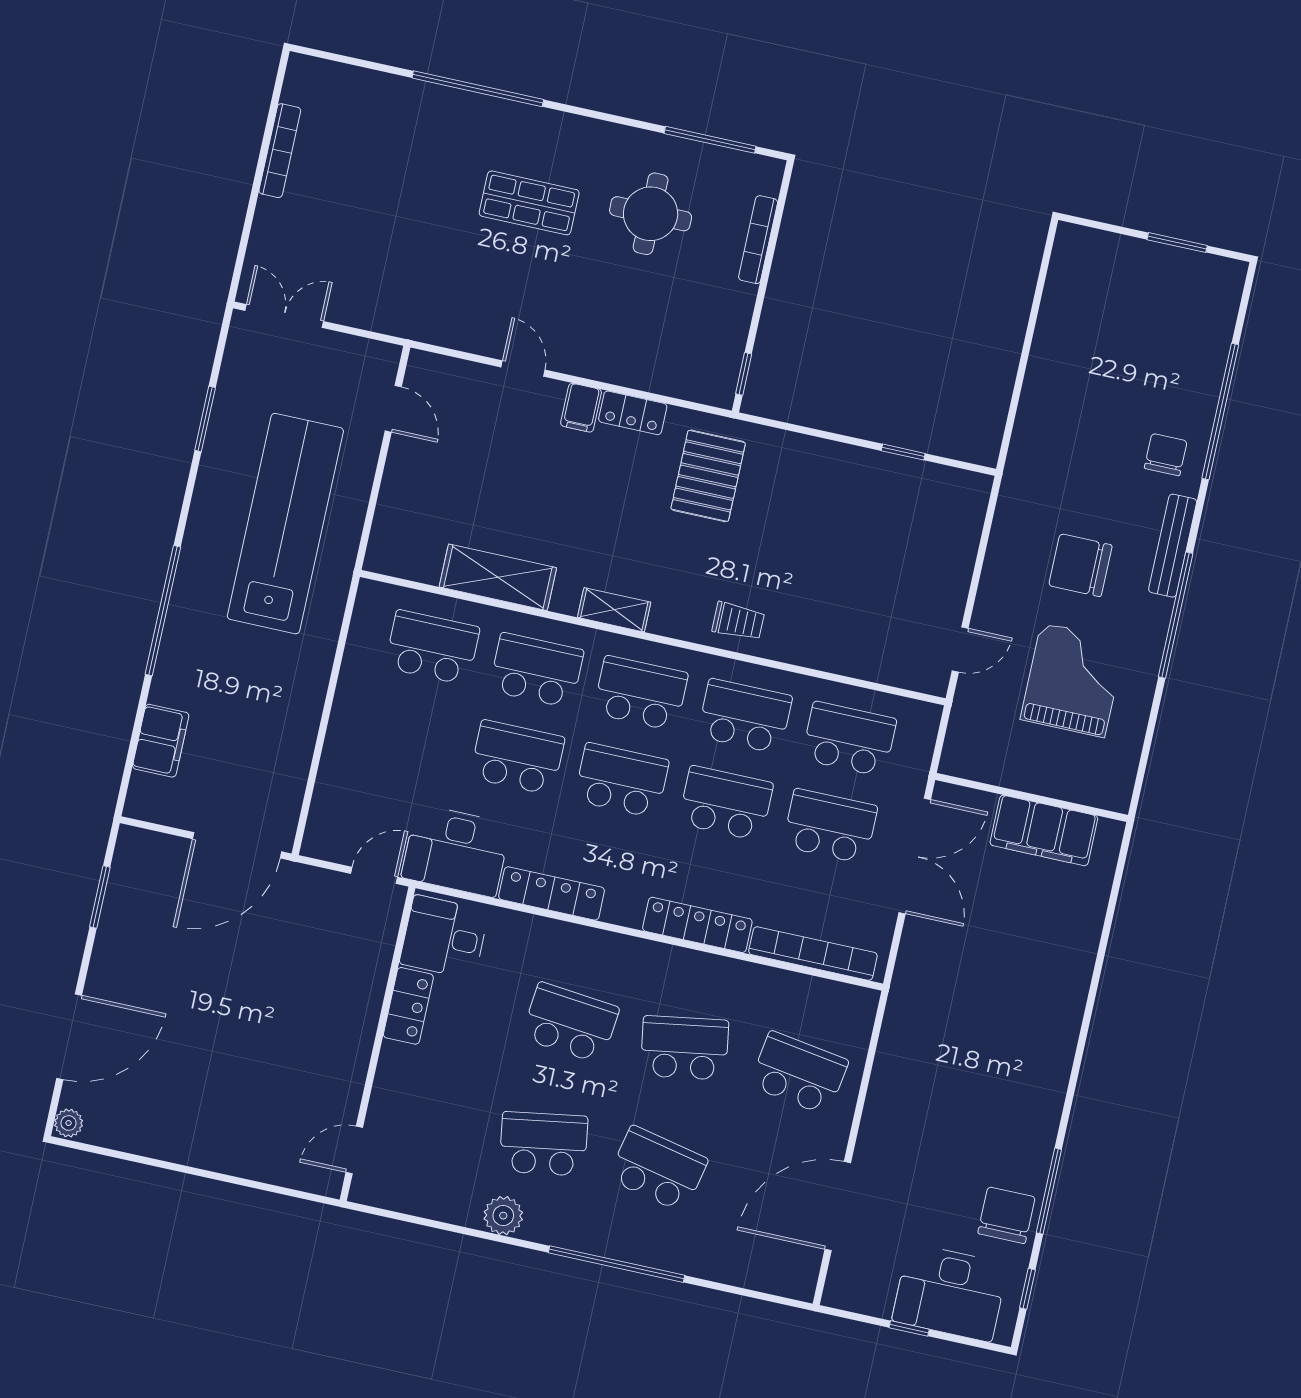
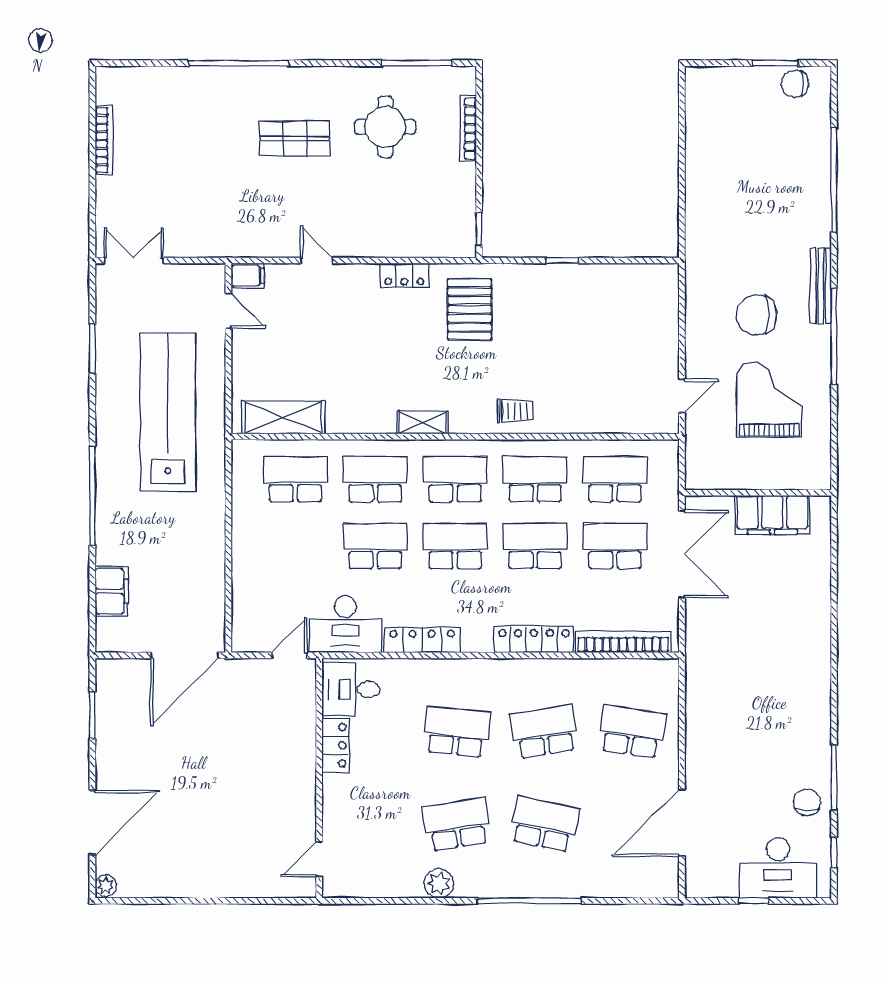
filing cabinet: (581, 408) -> (248, 276), moved, turned -90
window: (903, 452) -> (562, 261), moved
chair: (1166, 455) -> (795, 84), moved, turned -90
shelving: (498, 577) -> (283, 417), moved
chair: (1006, 1215) -> (807, 802), width x0.73, depth x0.73

